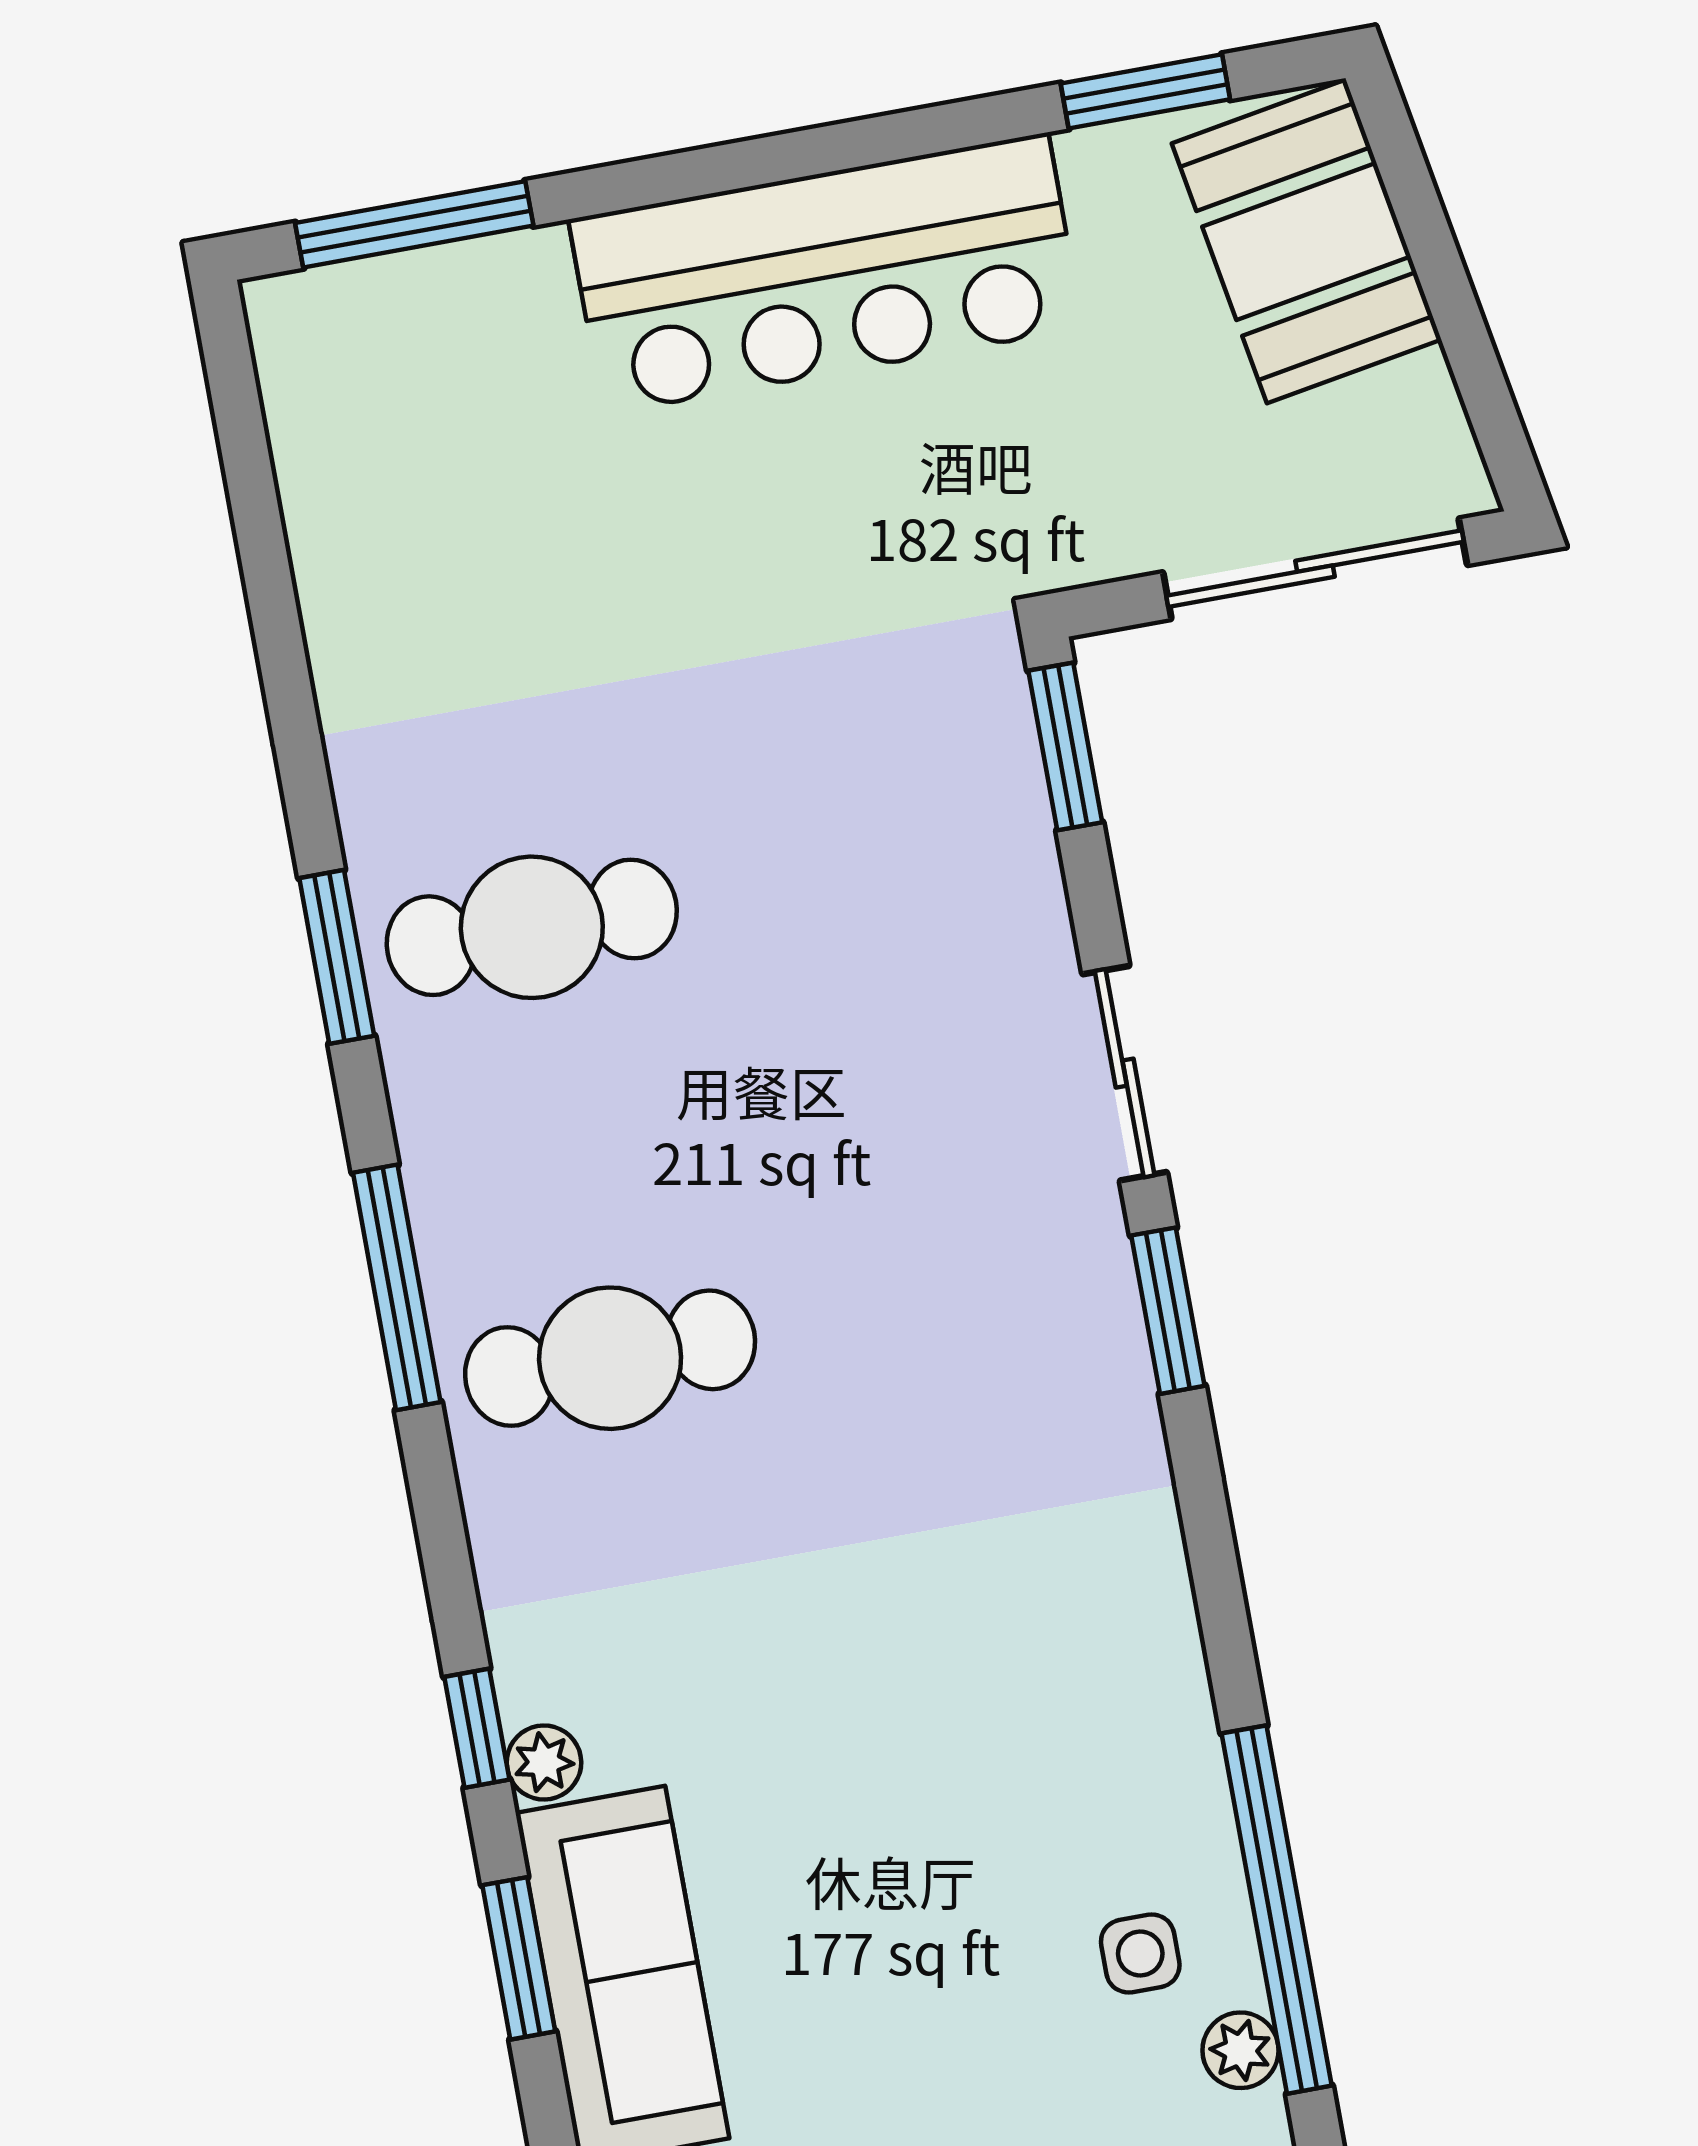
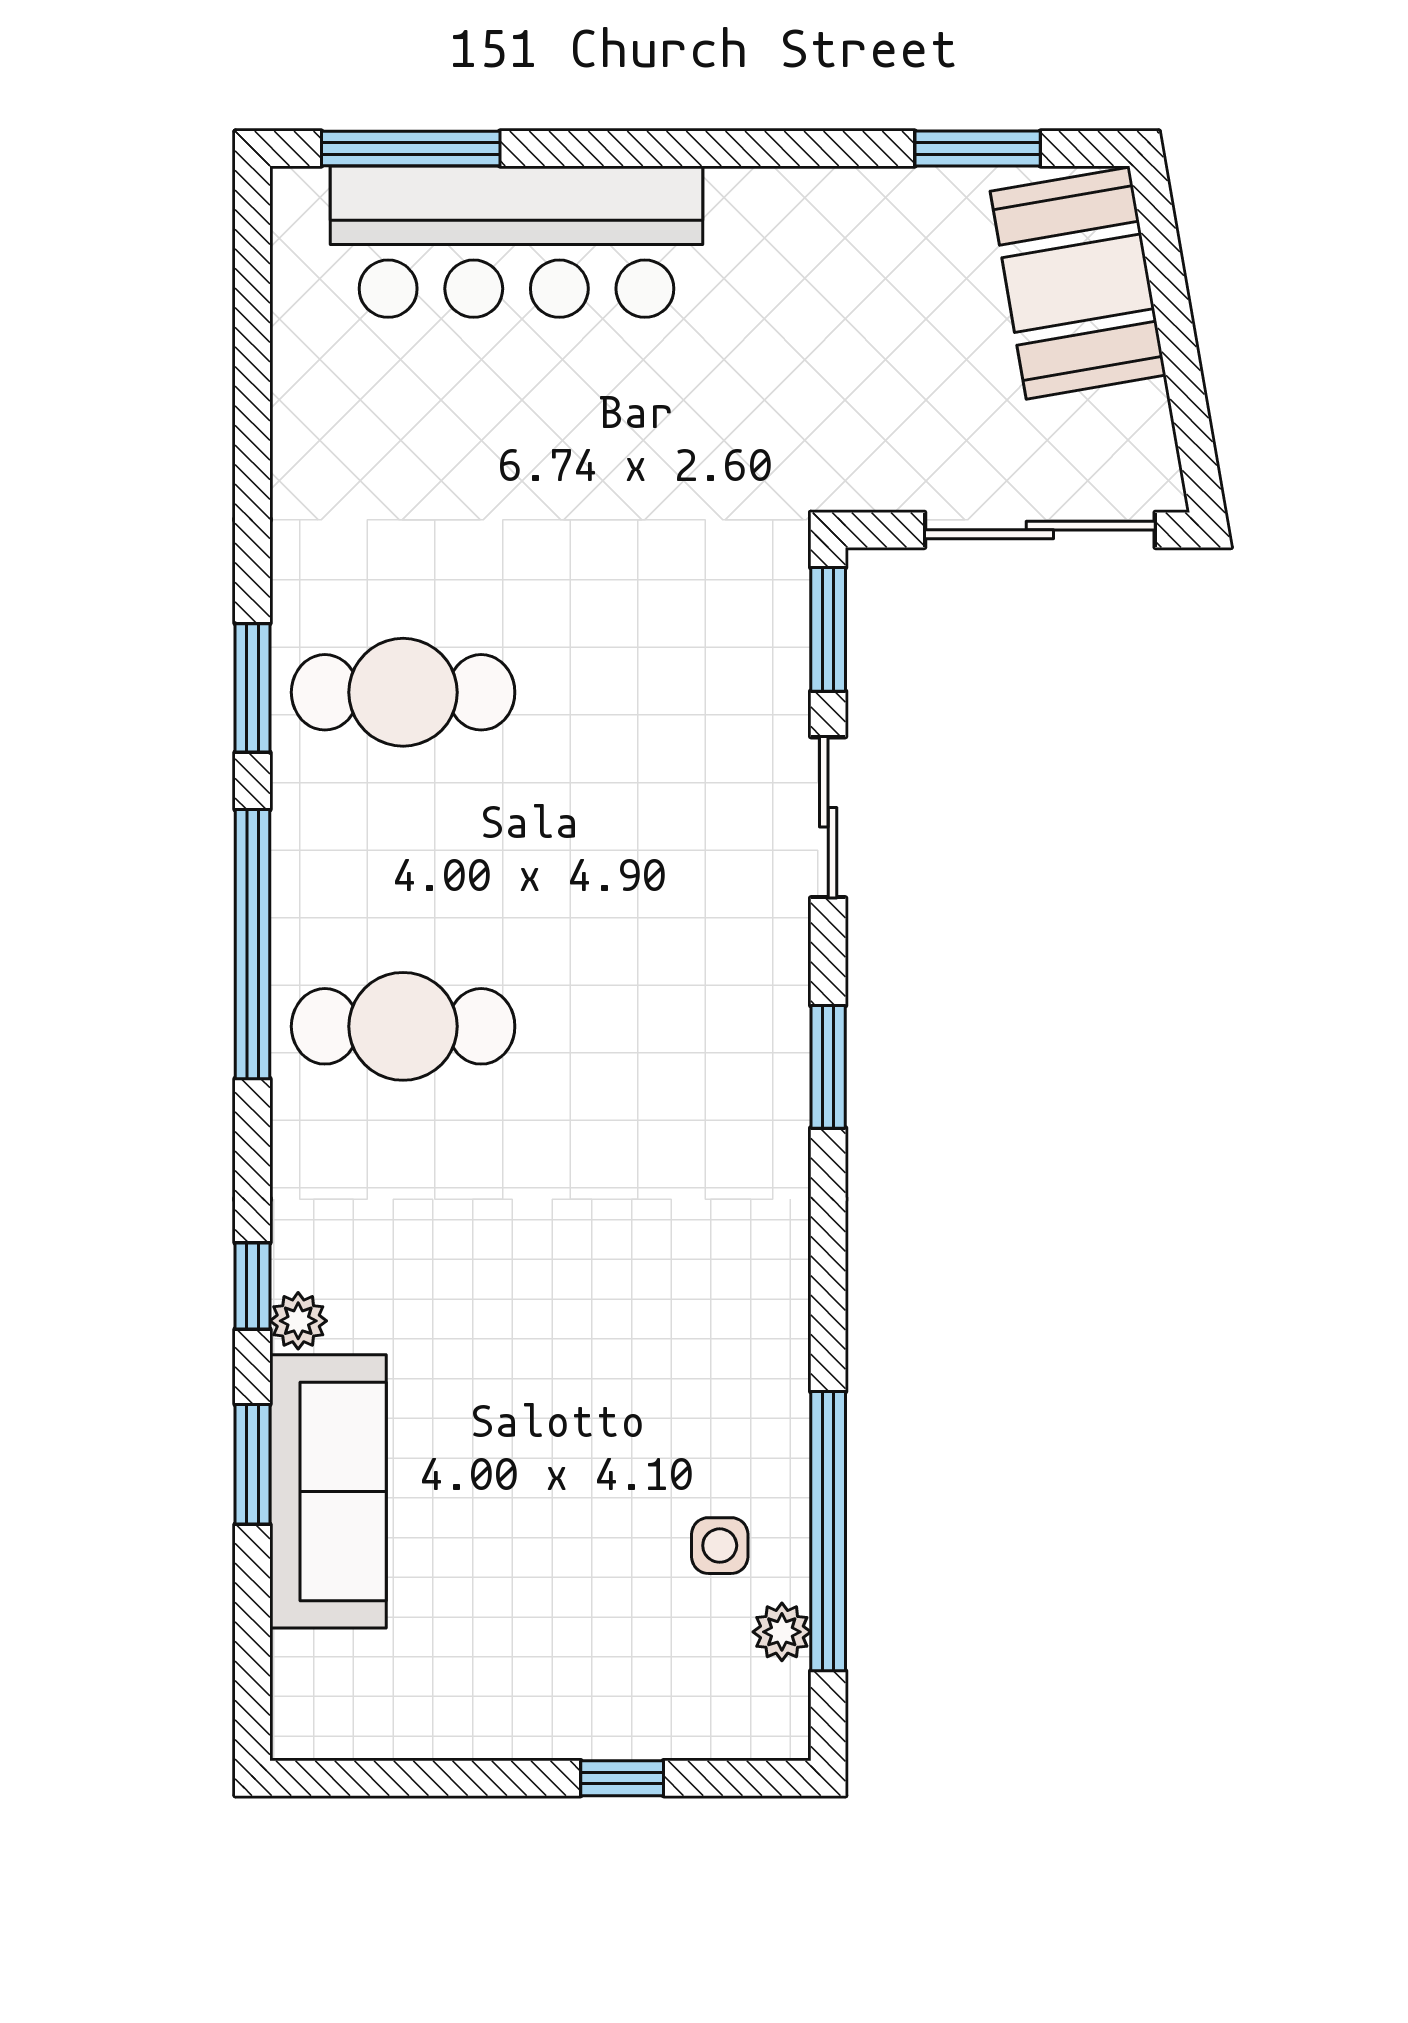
bar counter: (826, 274) -> (517, 242), moved
sliding door: (1125, 1073) -> (828, 817), moved
window: (397, 1287) -> (253, 944), width x1.46

